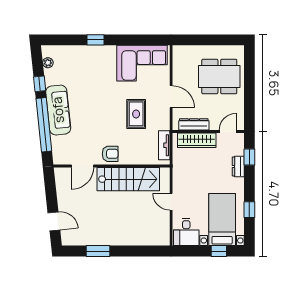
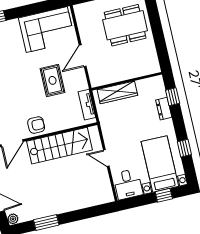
door: (171, 97) -> (83, 56), swing flipped
dresser: (194, 124) -> (111, 78), removed
door: (228, 132) -> (146, 77), removed
plant: (66, 240) -> (13, 219), added

